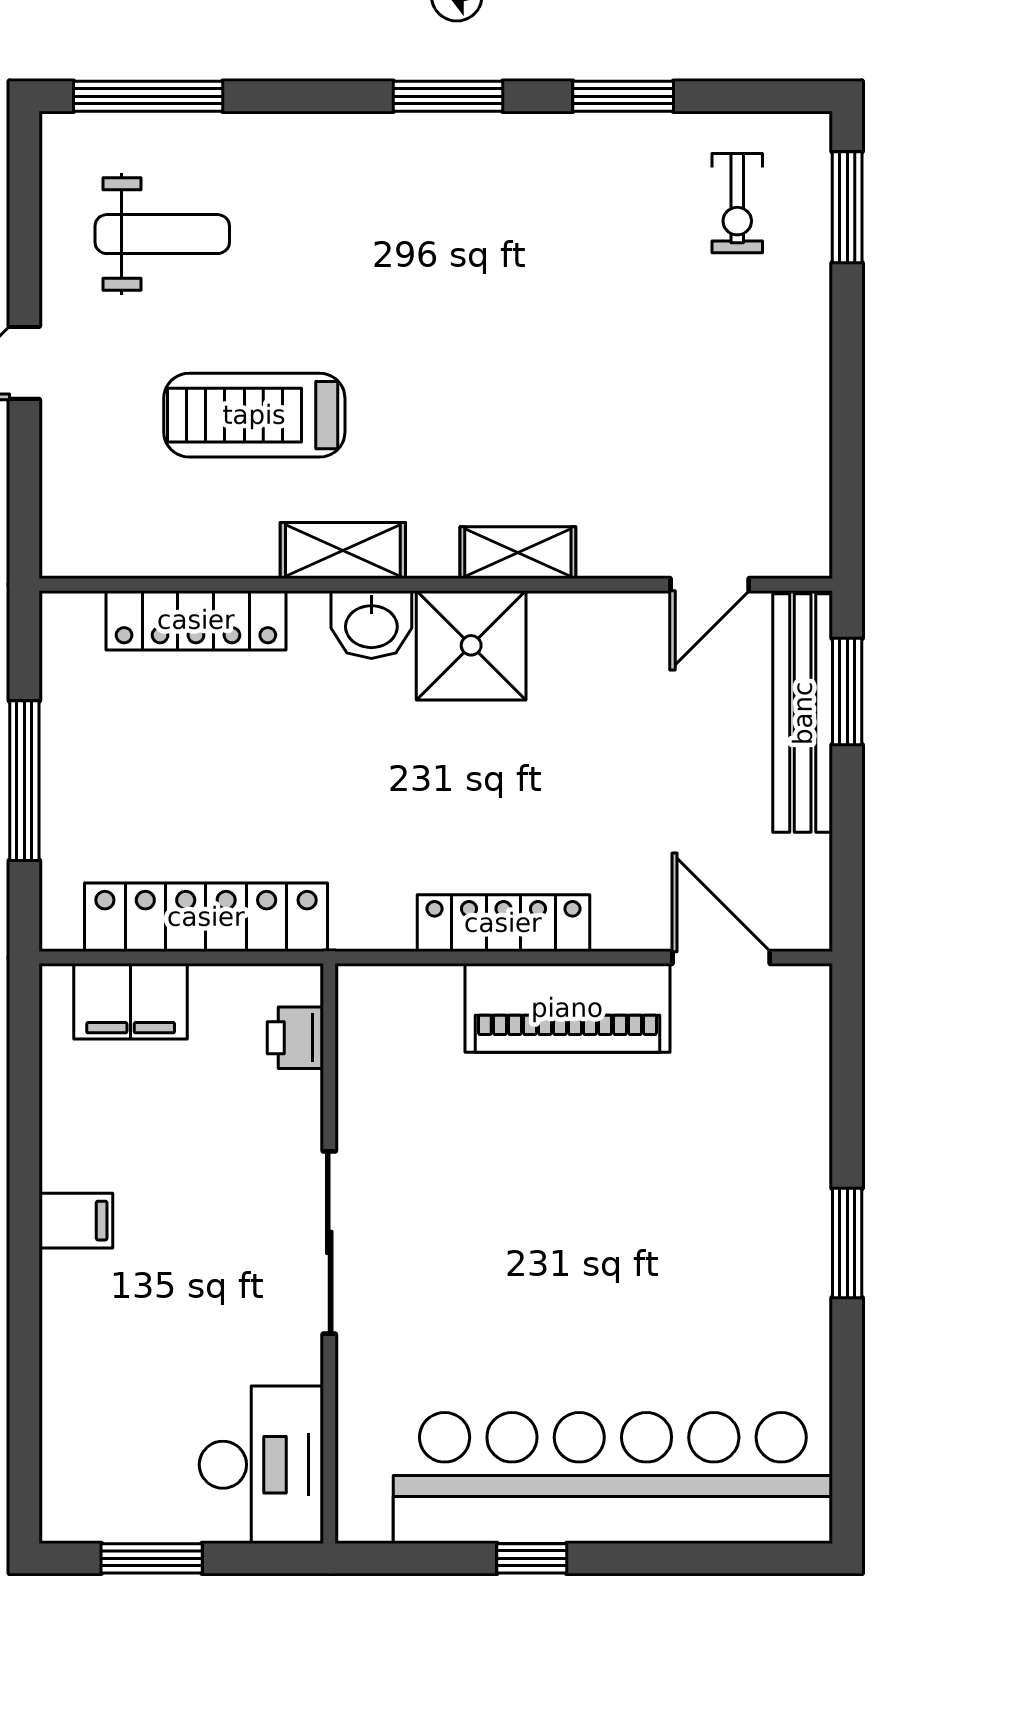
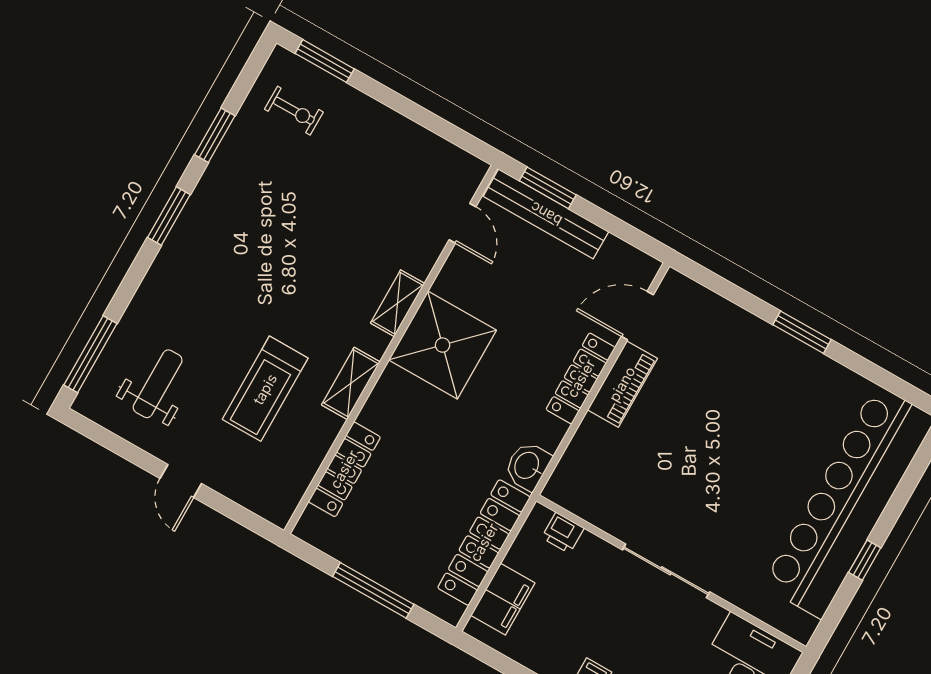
washbasin: (371, 625) -> (528, 466), moved, turned 180
shower: (471, 645) -> (443, 345), width x1.37, depth x1.37
locker: (503, 923) -> (581, 378), moved
piano: (567, 1008) -> (622, 384), width x0.73, depth x0.75

